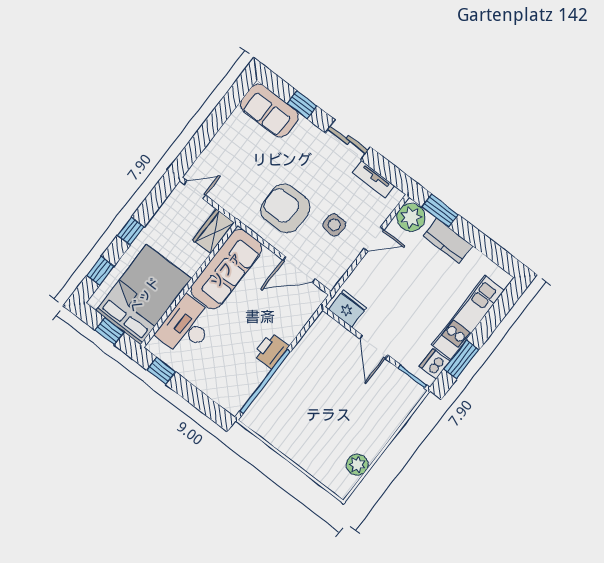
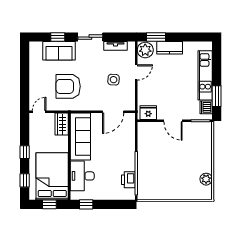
sofa: (269, 111) -> (59, 51), moved
armchair: (285, 208) -> (68, 86), moved
printer: (271, 350) -> (128, 180), moved

